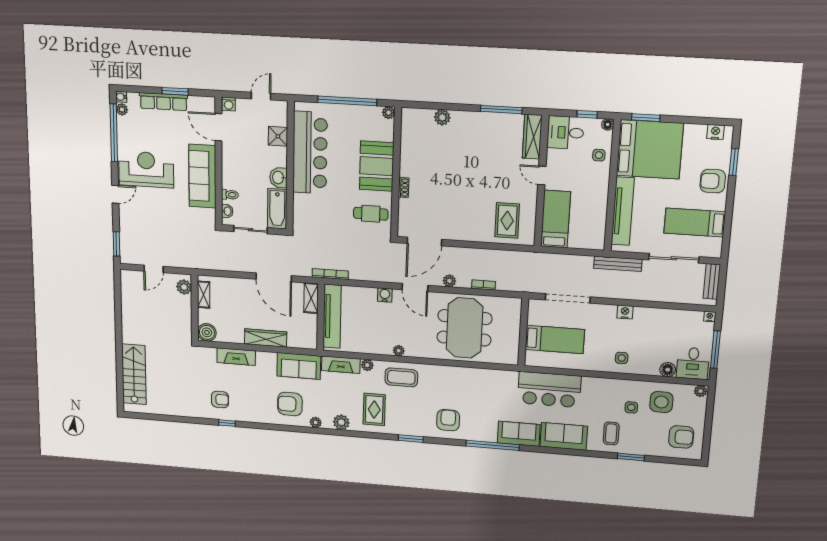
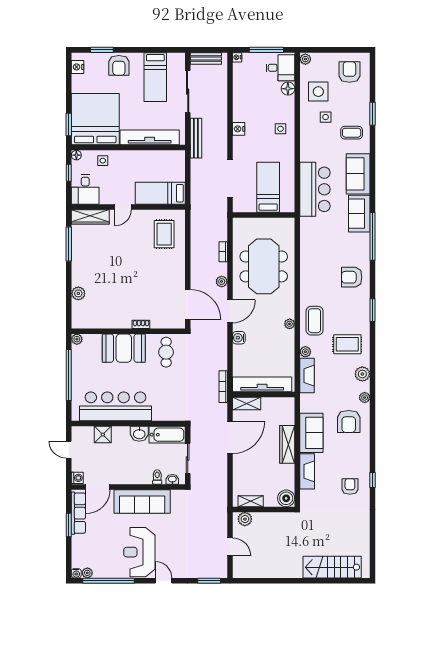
row of seats: (164, 102) -> (78, 513), moved
rug: (507, 220) -> (164, 234), turned 90
meeting table: (464, 328) -> (264, 266), turned 90
sofa: (299, 366) -> (311, 433), moved

